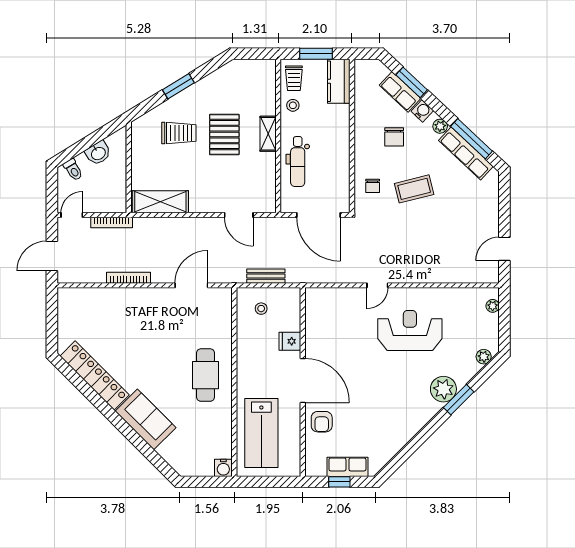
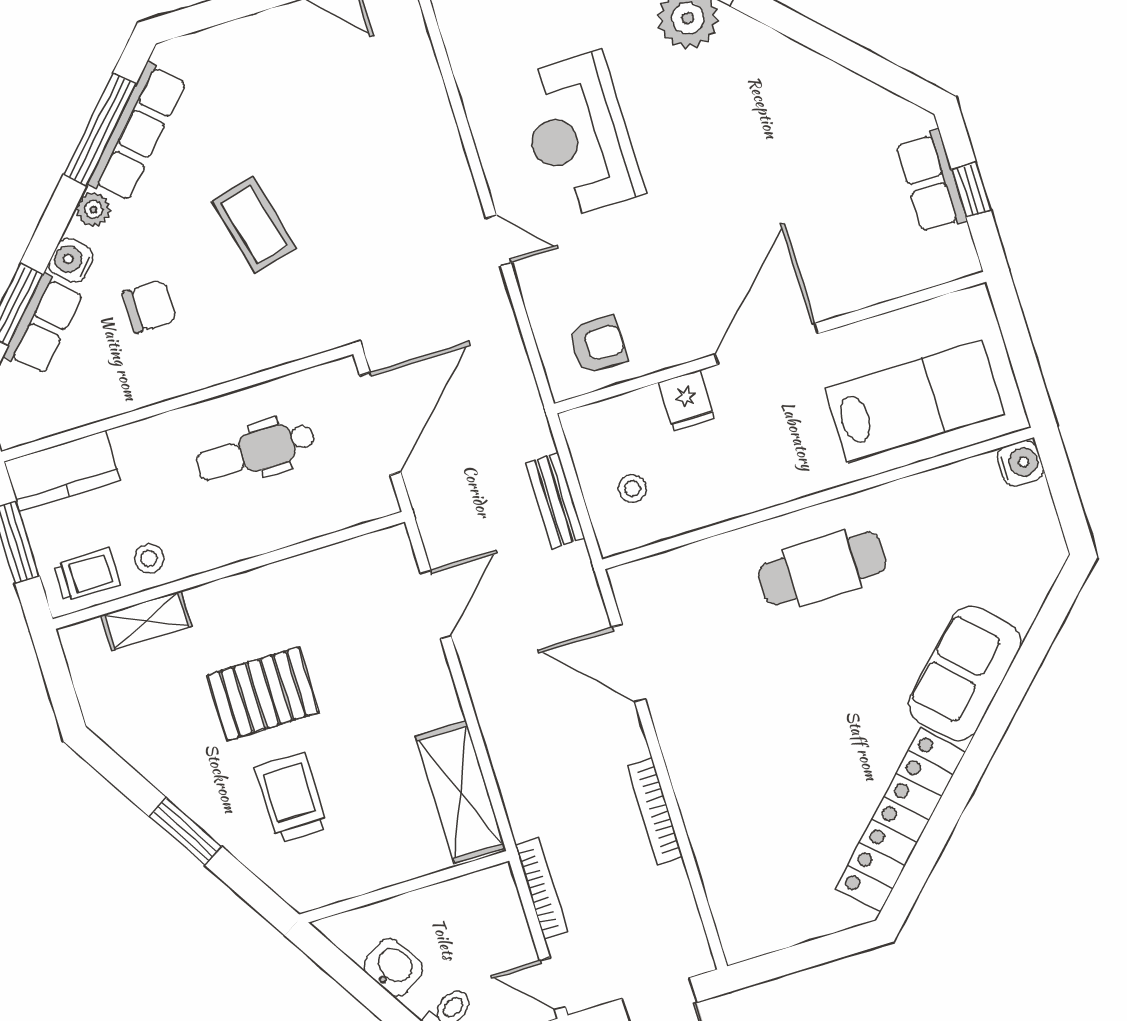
shelving: (268, 134) -> (146, 621), moved
dental chair: (298, 162) -> (256, 451), moved, turned 180
chair: (373, 186) -> (276, 321), removed
armchair: (322, 422) -> (598, 345), moved

